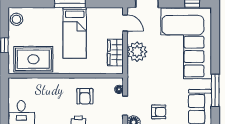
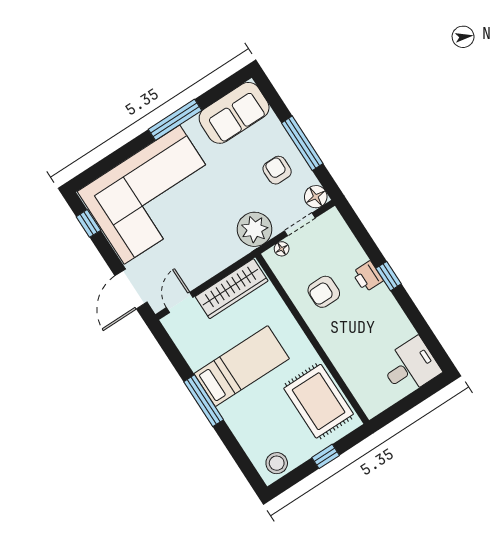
wardrobe: (115, 52) -> (232, 289), width x1.50
plant: (137, 52) -> (255, 229), moved
window: (215, 90) -> (175, 120), moved
armchair: (85, 96) -> (324, 292), turned 180

